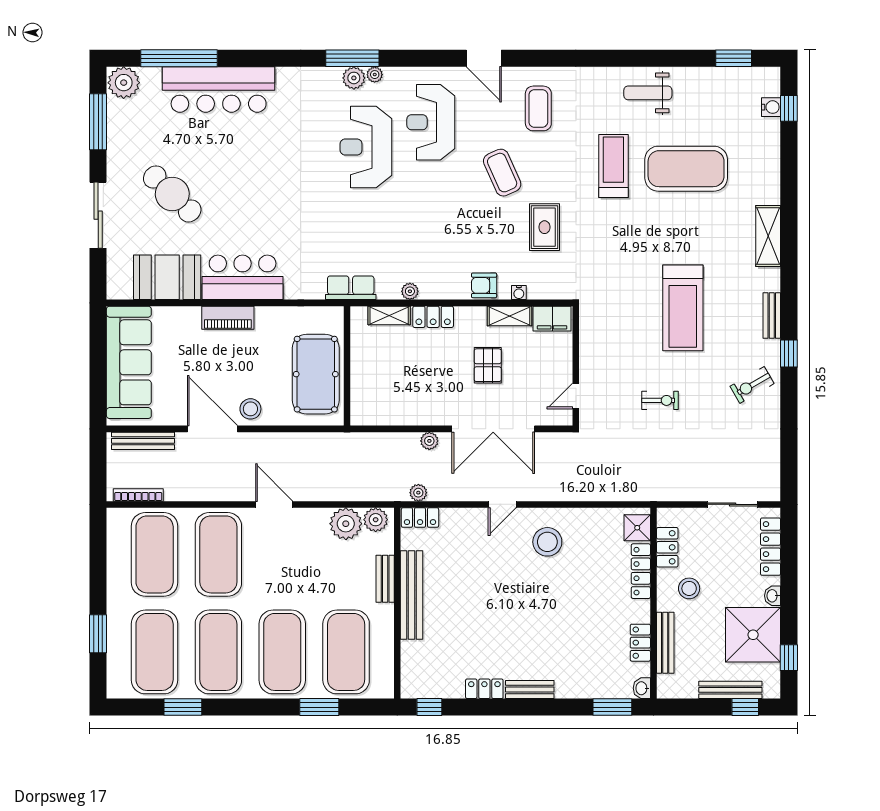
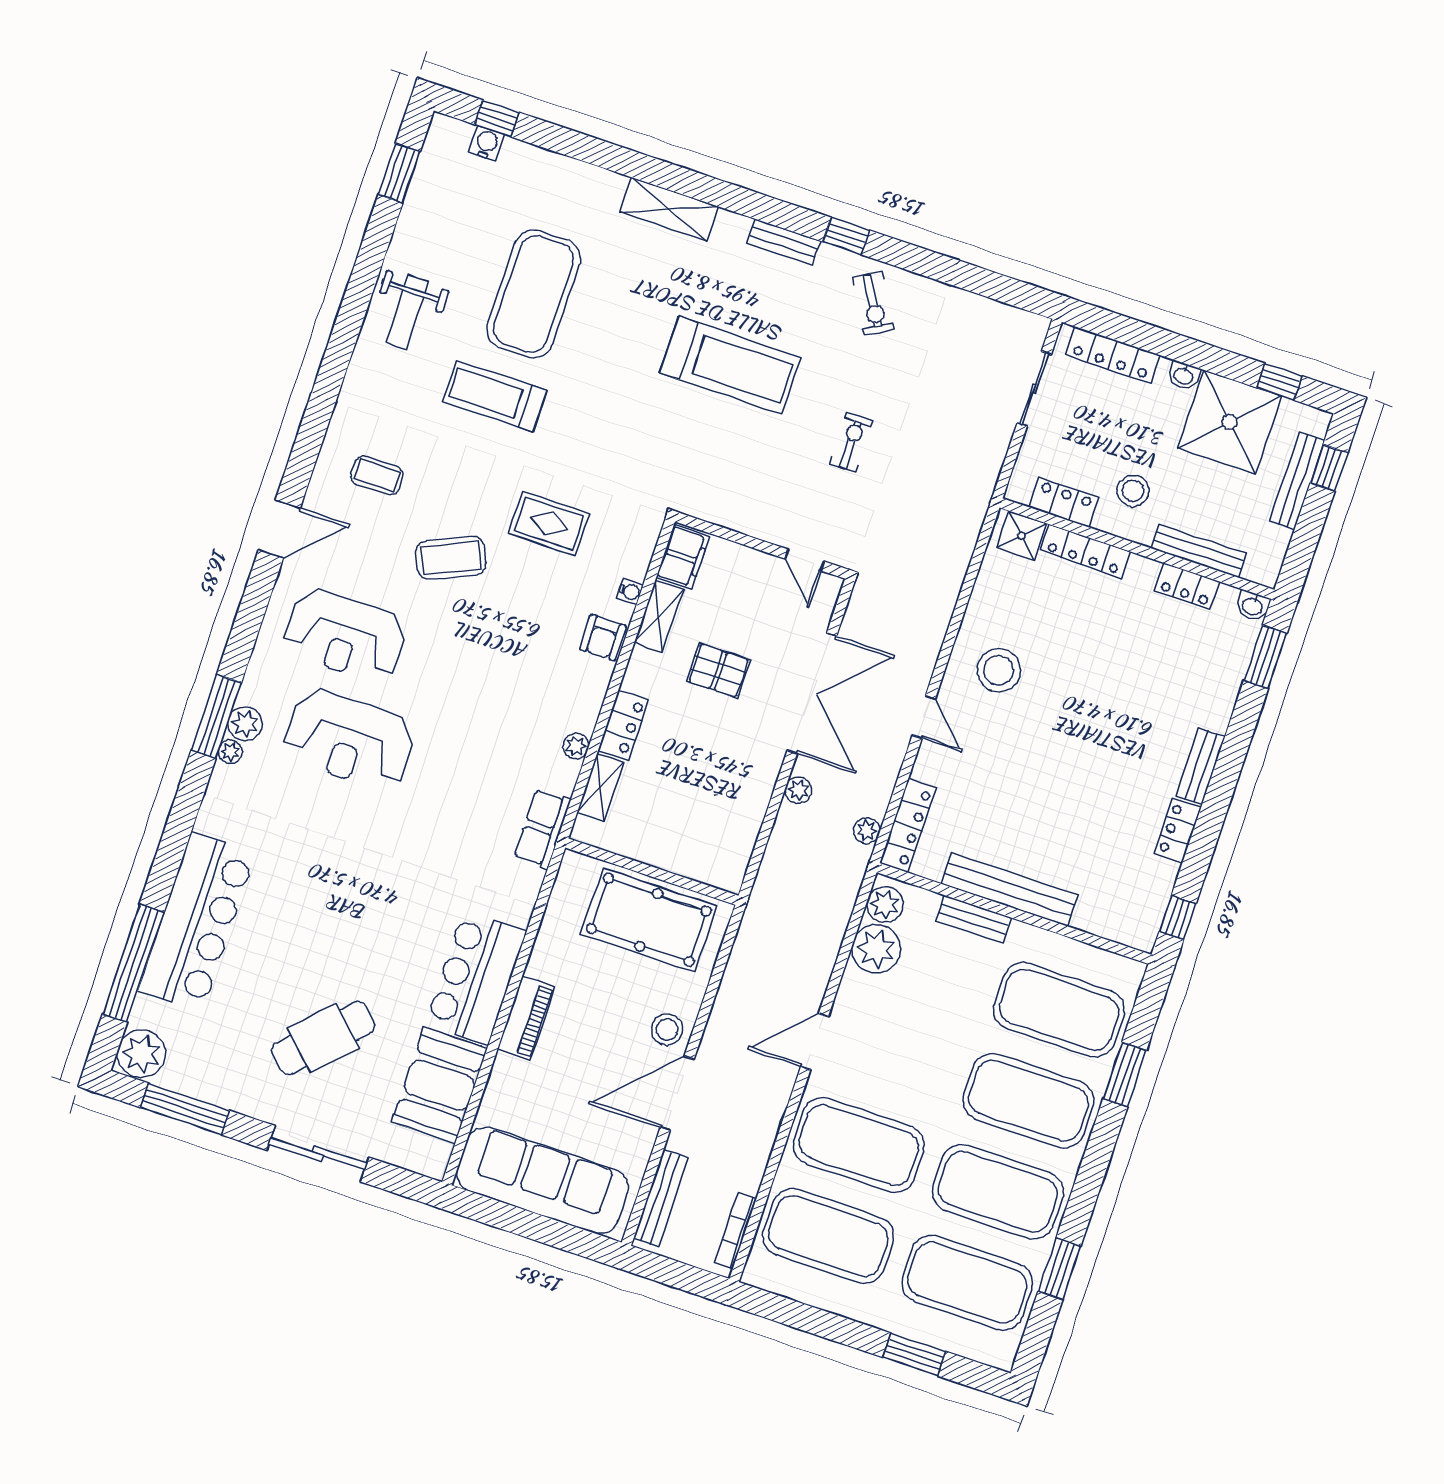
plant: (375, 75) -> (230, 752), moved
coffee table: (538, 108) -> (377, 475), width x0.73, depth x0.77
locker: (420, 518) -> (908, 825), width x1.53

